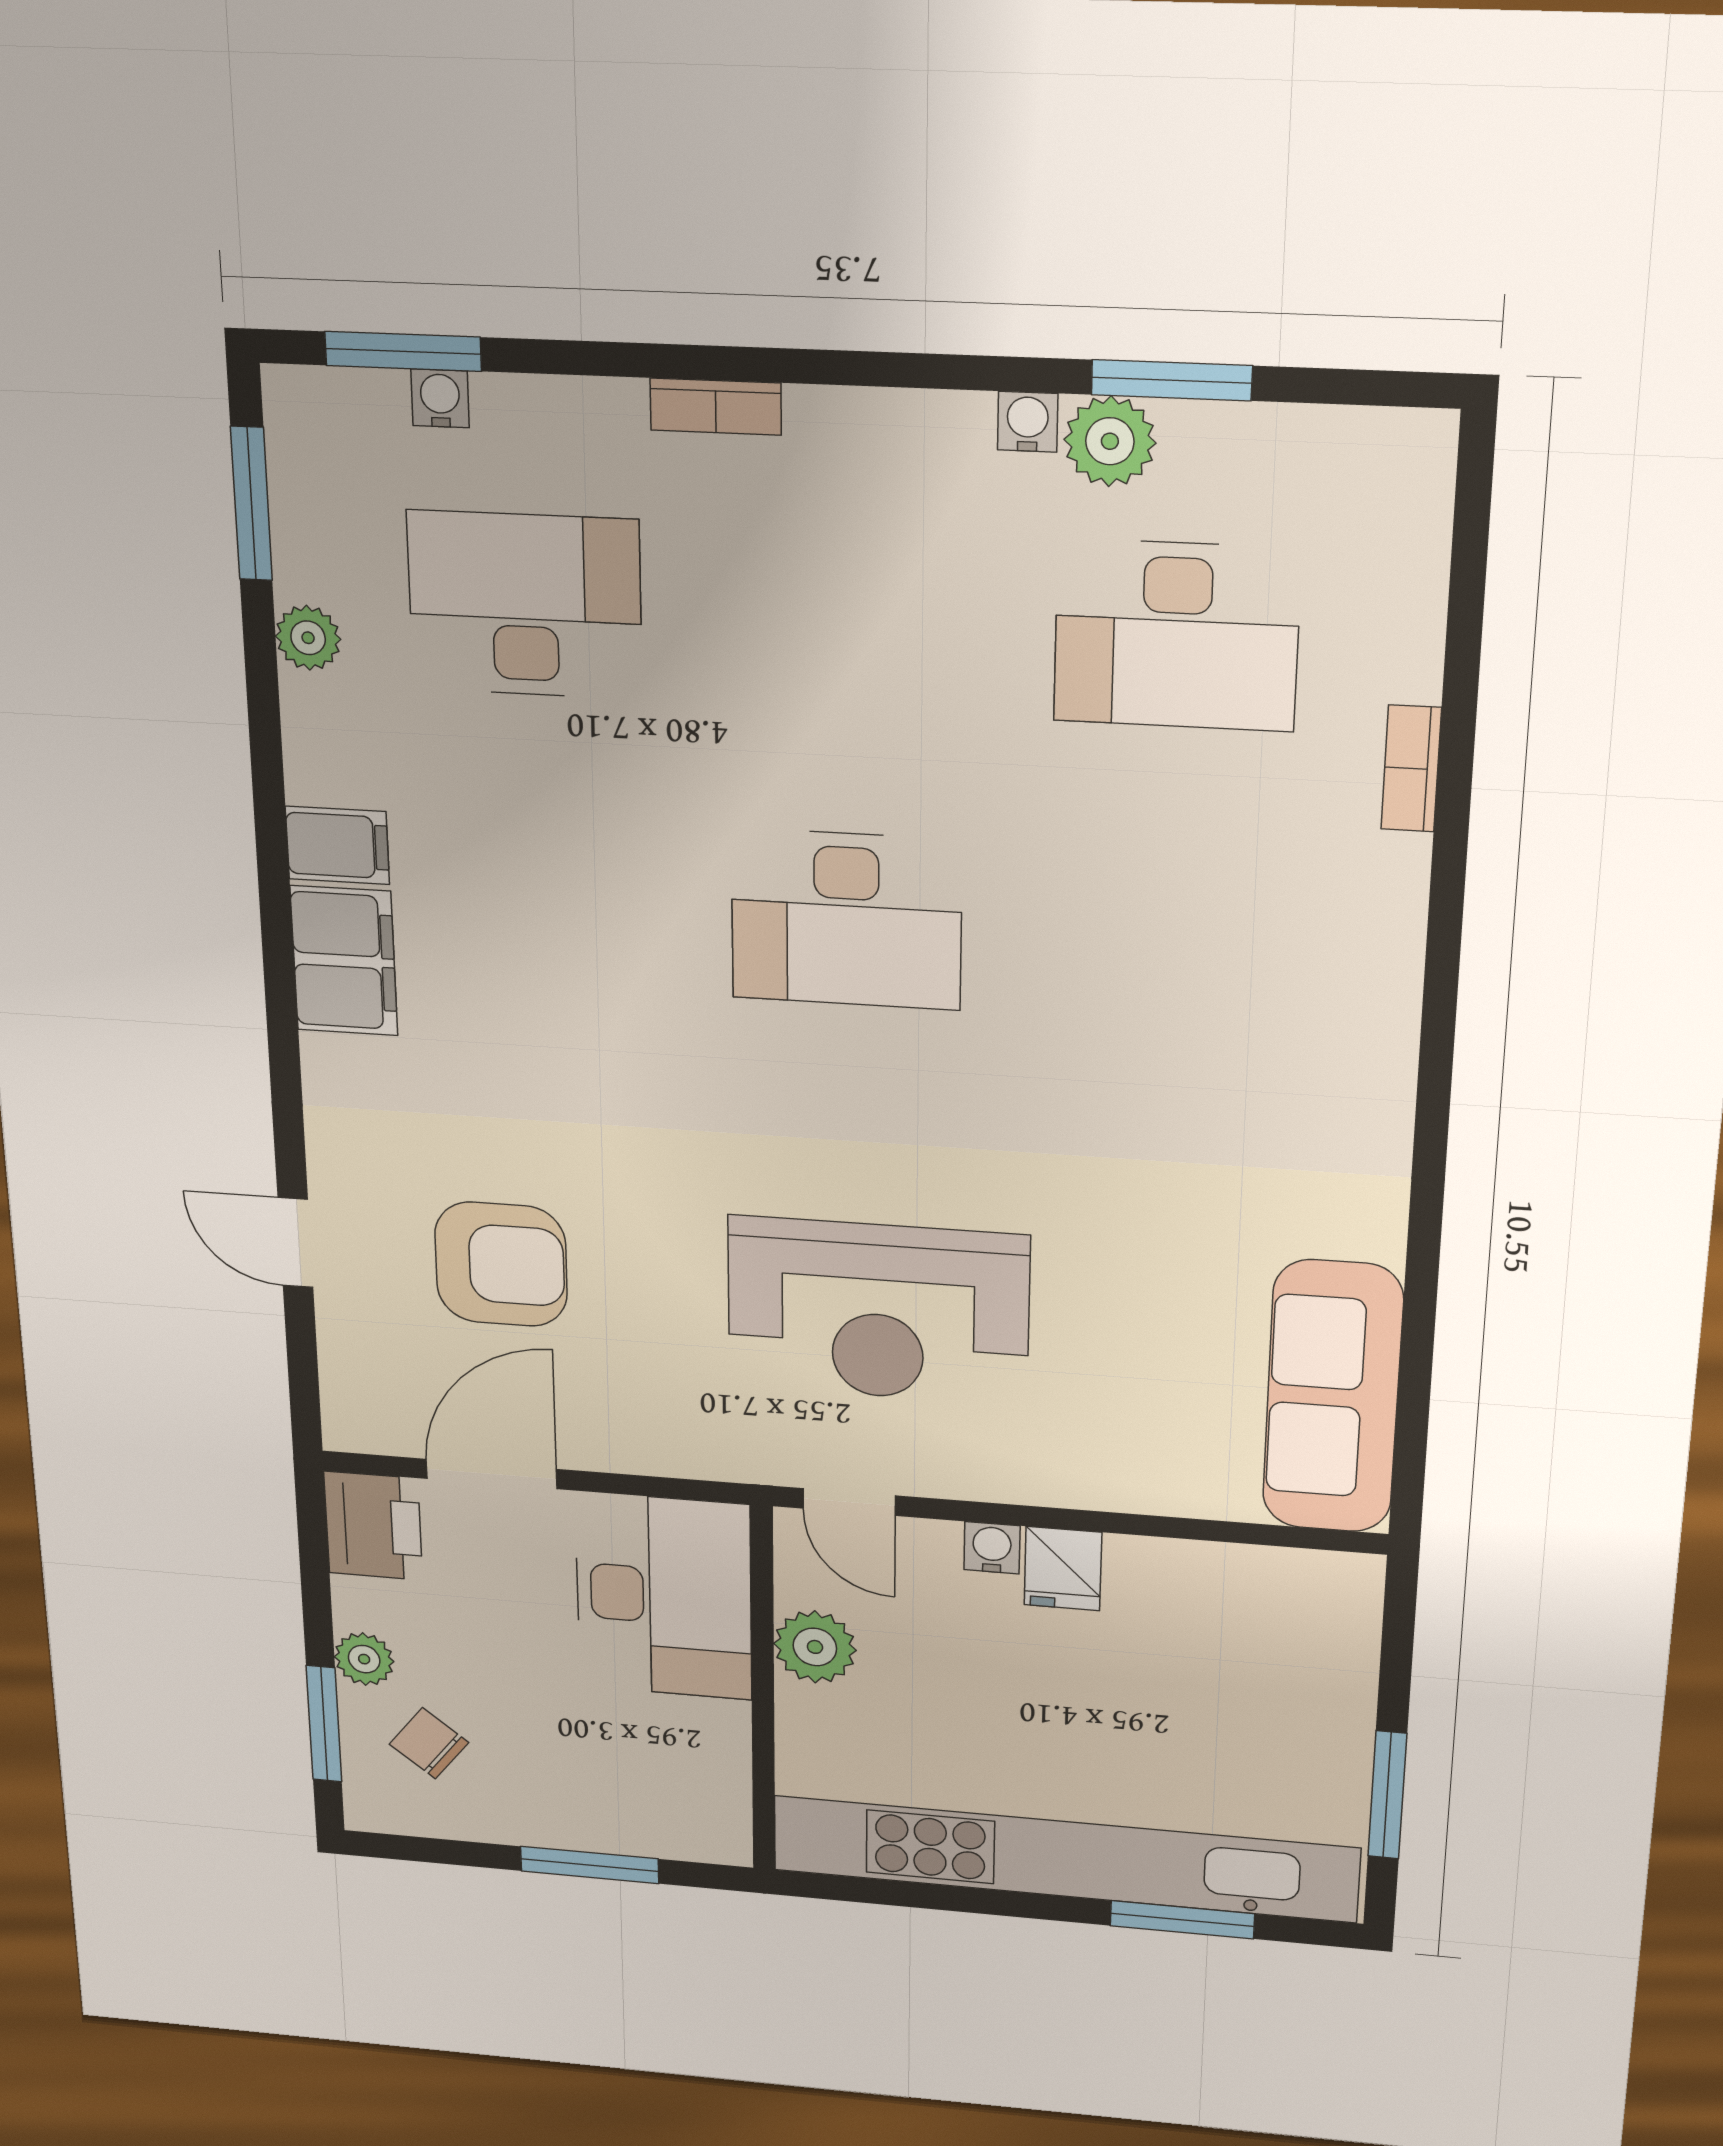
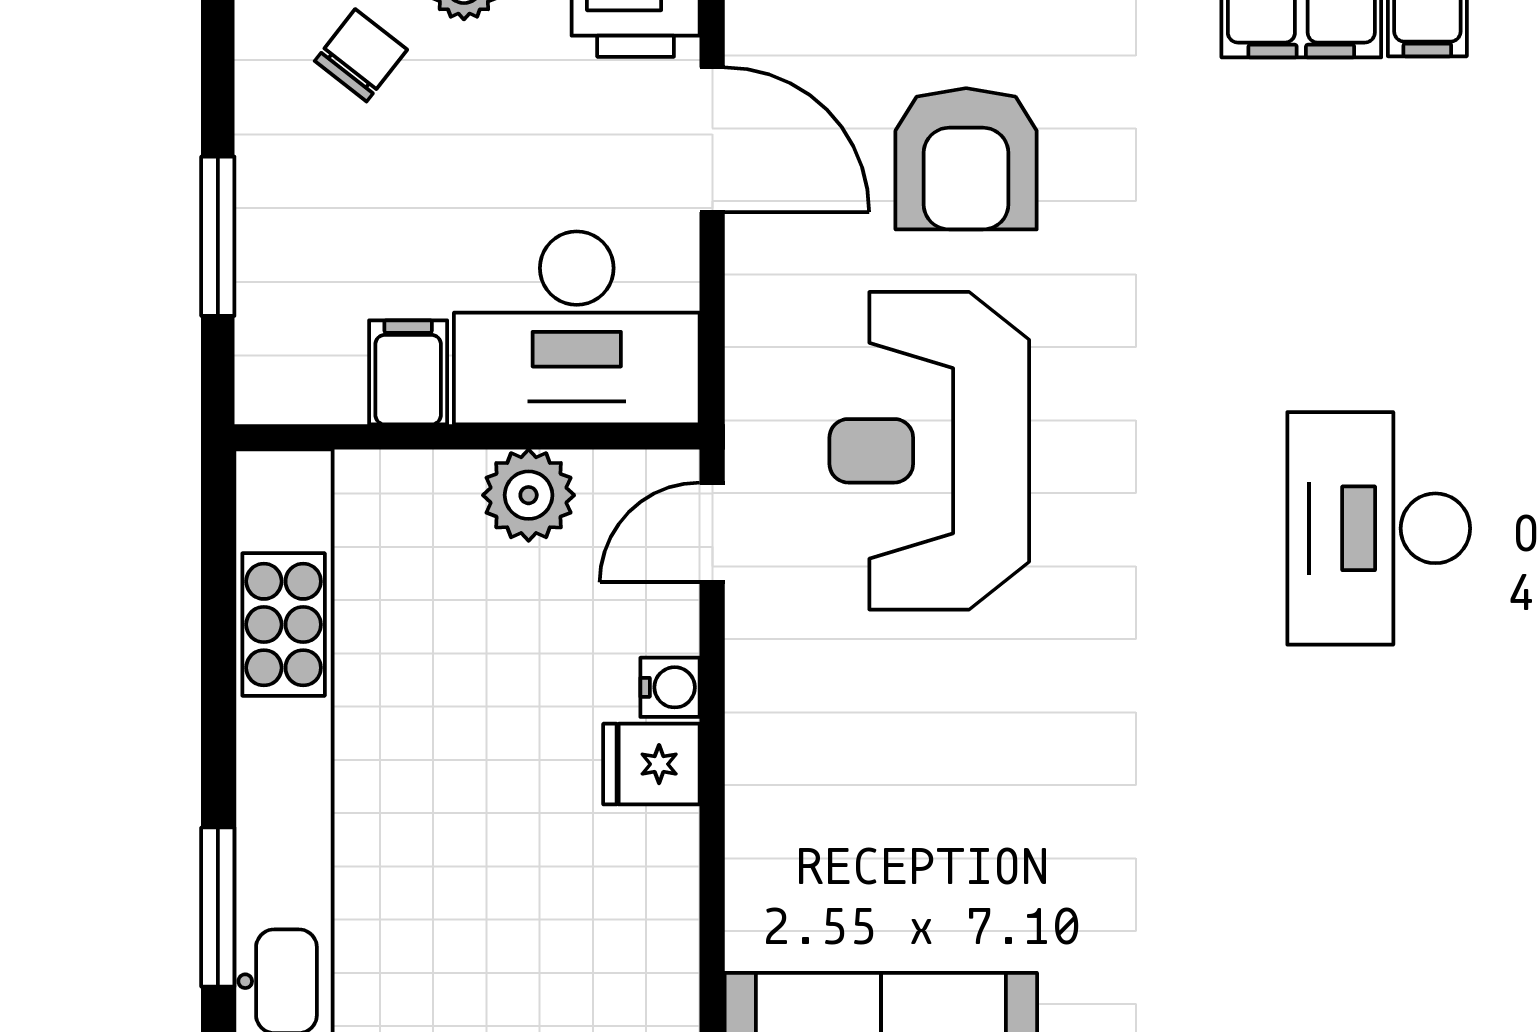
reception desk: (878, 1311) -> (929, 451), moved
filing cabinet: (706, 1732) -> (408, 372), added

